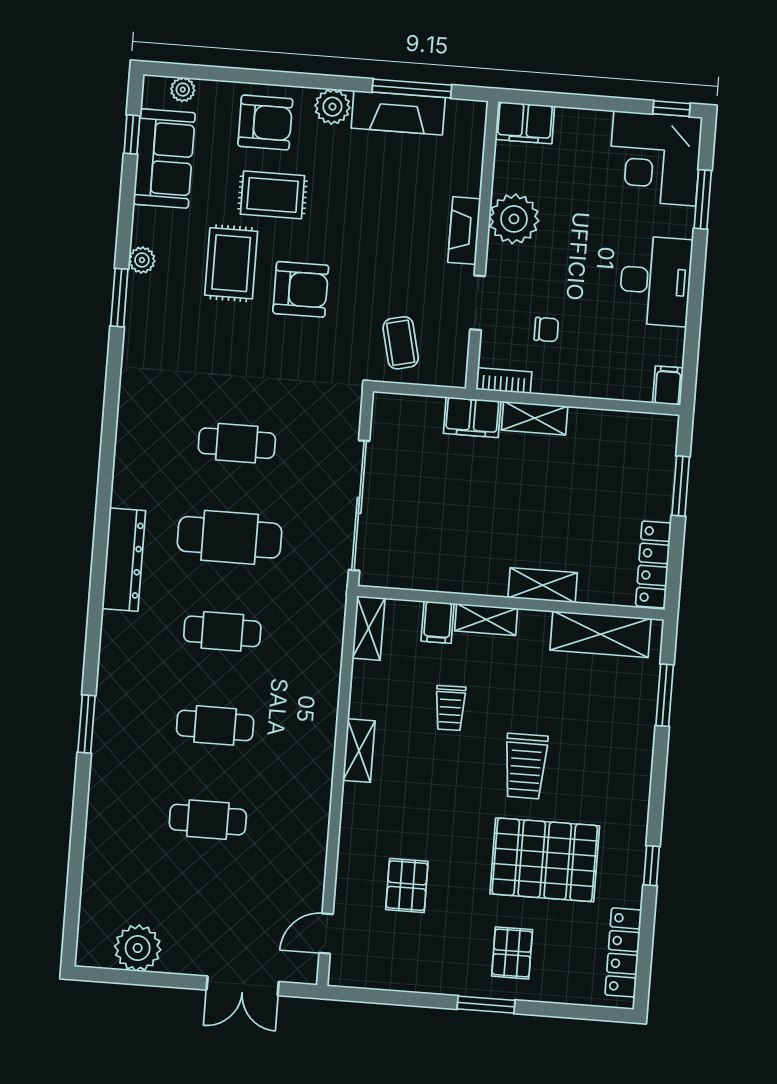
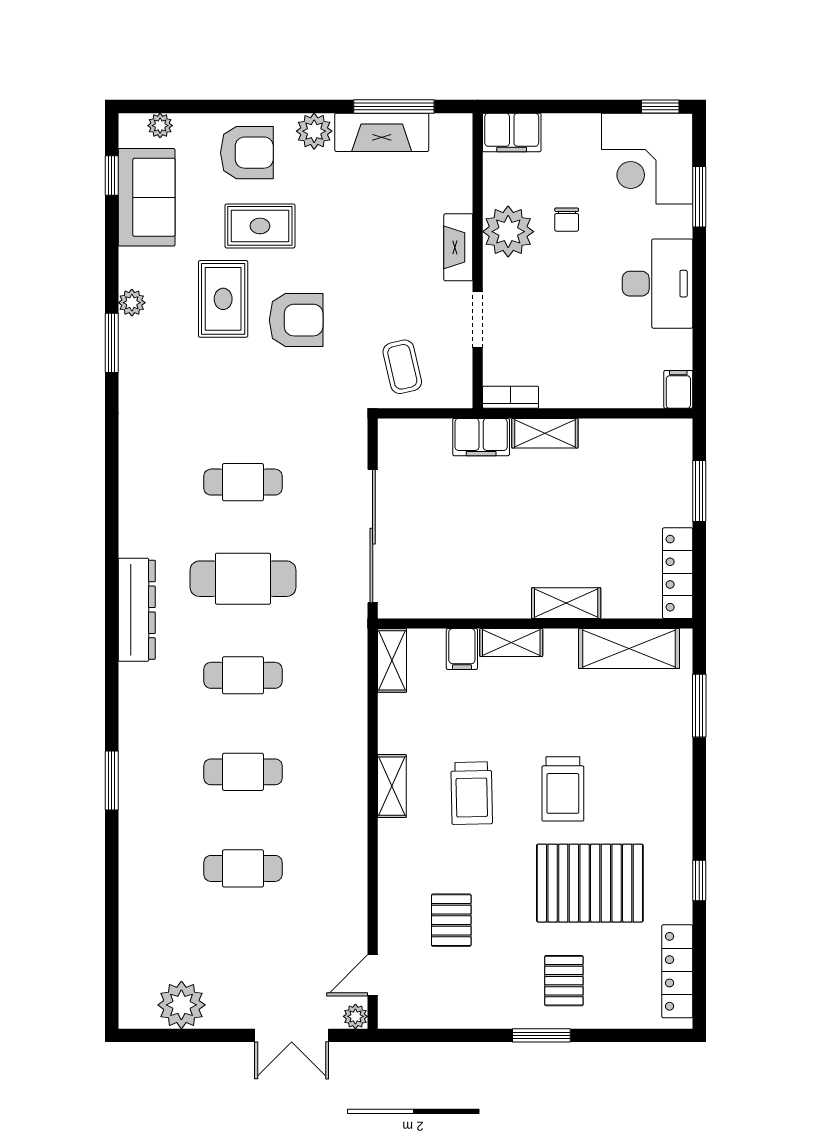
chair: (546, 329) -> (567, 220), moved, turned 90
trolley: (450, 708) -> (472, 793), moved, width x1.36, depth x1.39
plant: (306, 972) -> (355, 1016), added

